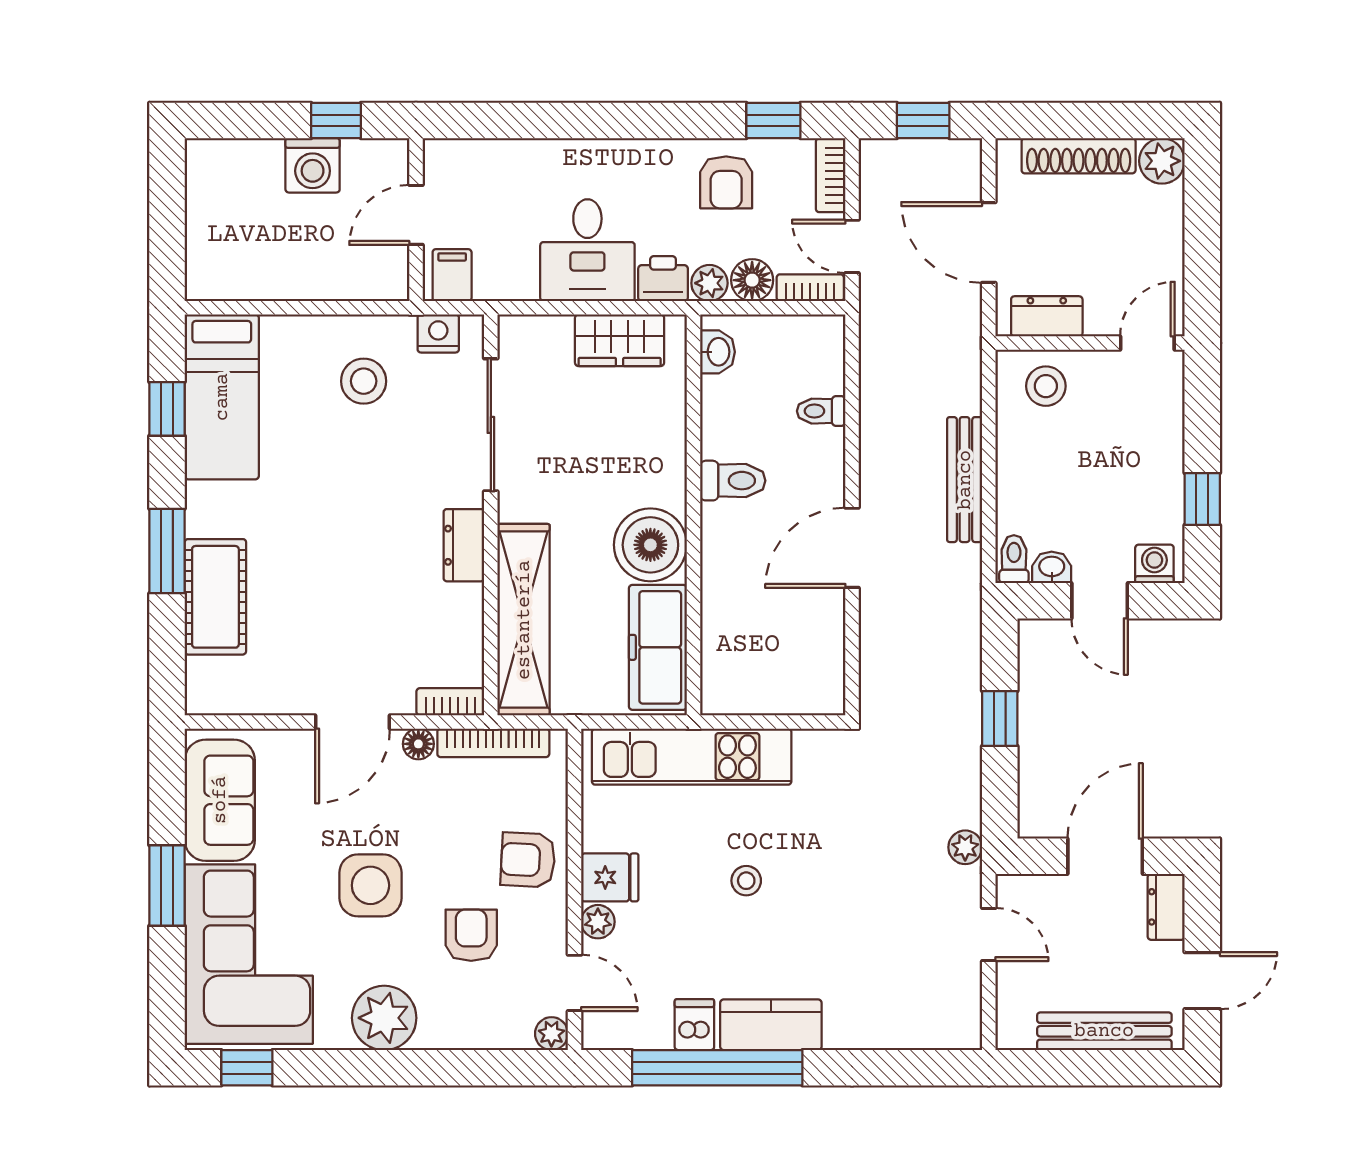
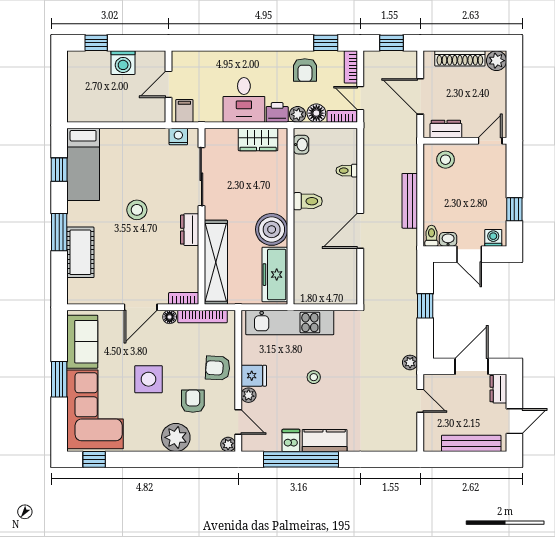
window: (336, 121) -> (96, 43), moved
stool: (364, 381) -> (137, 210), moved
plant: (384, 1018) -> (176, 437), moved

